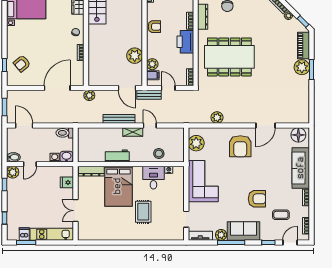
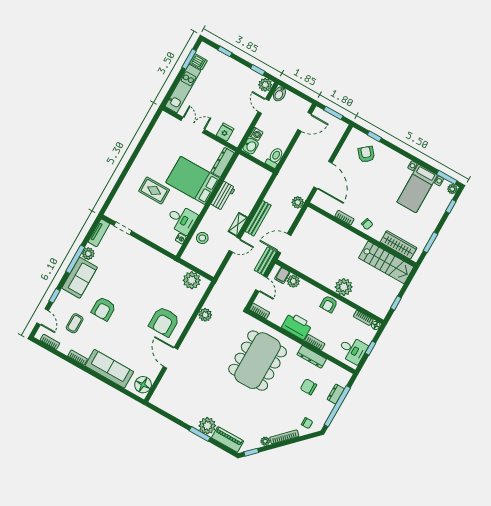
plant: (135, 56) -> (344, 287), moved
door: (168, 88) -> (261, 284), hinge flipped
armchair: (240, 146) -> (164, 322), turned -90
corner sofa: (203, 181) -> (151, 266), removed

